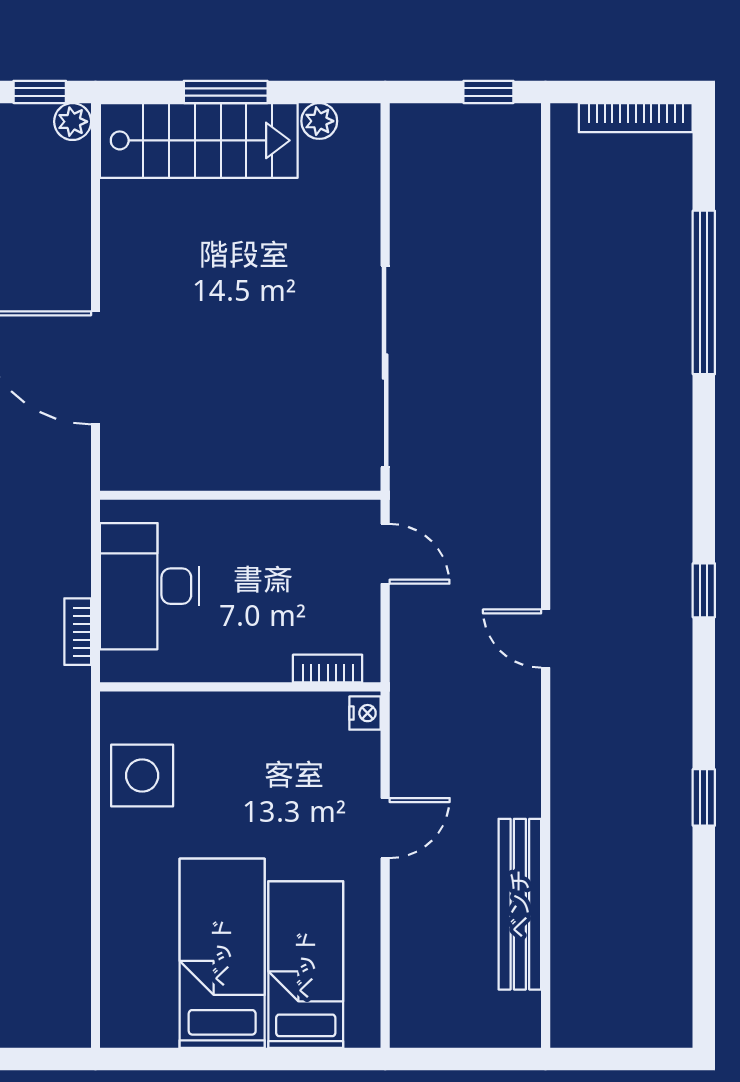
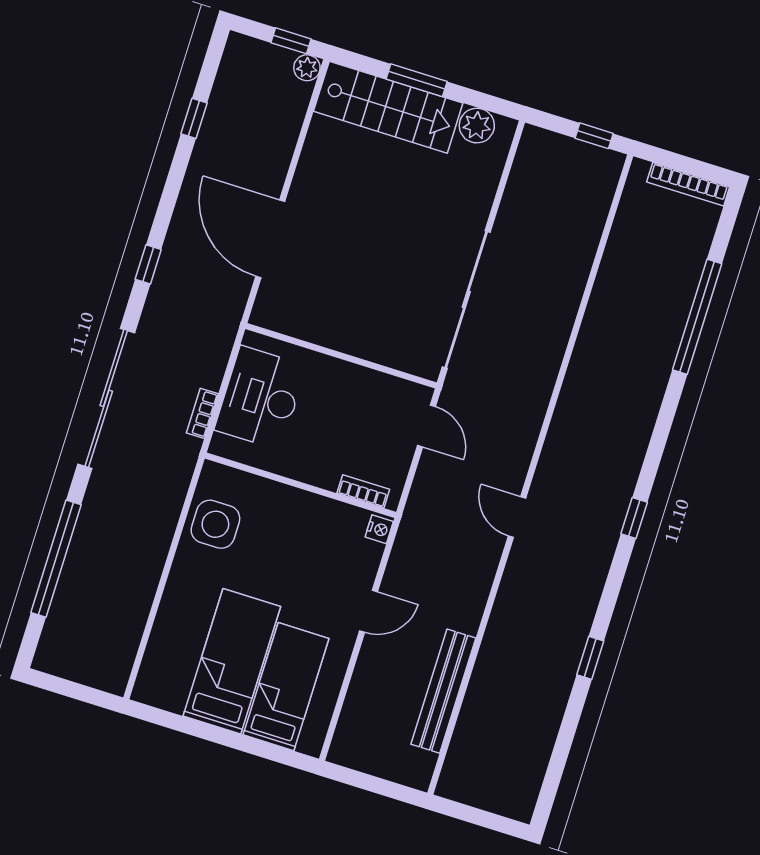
plant: (319, 121) -> (477, 126), width x1.38, depth x1.38

